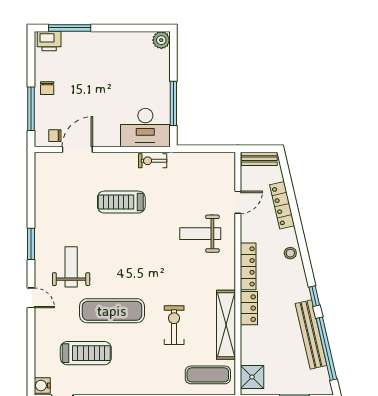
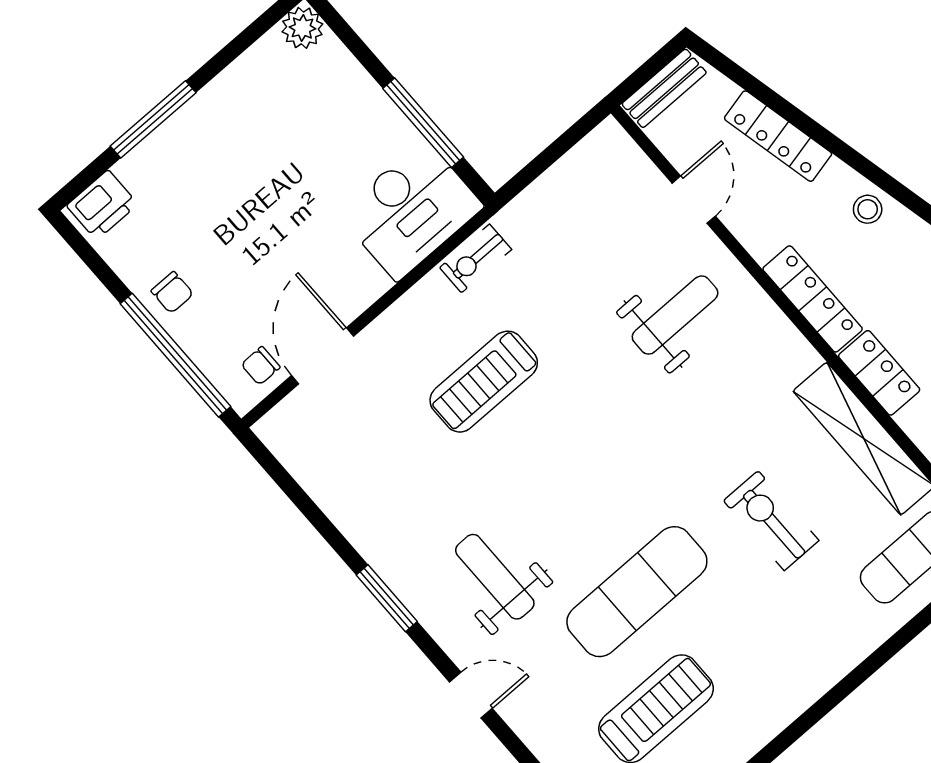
window: (70, 28) -> (153, 119), moved
window: (31, 109) -> (175, 355), width x1.46
weight bench: (200, 234) -> (675, 315), turned 180

